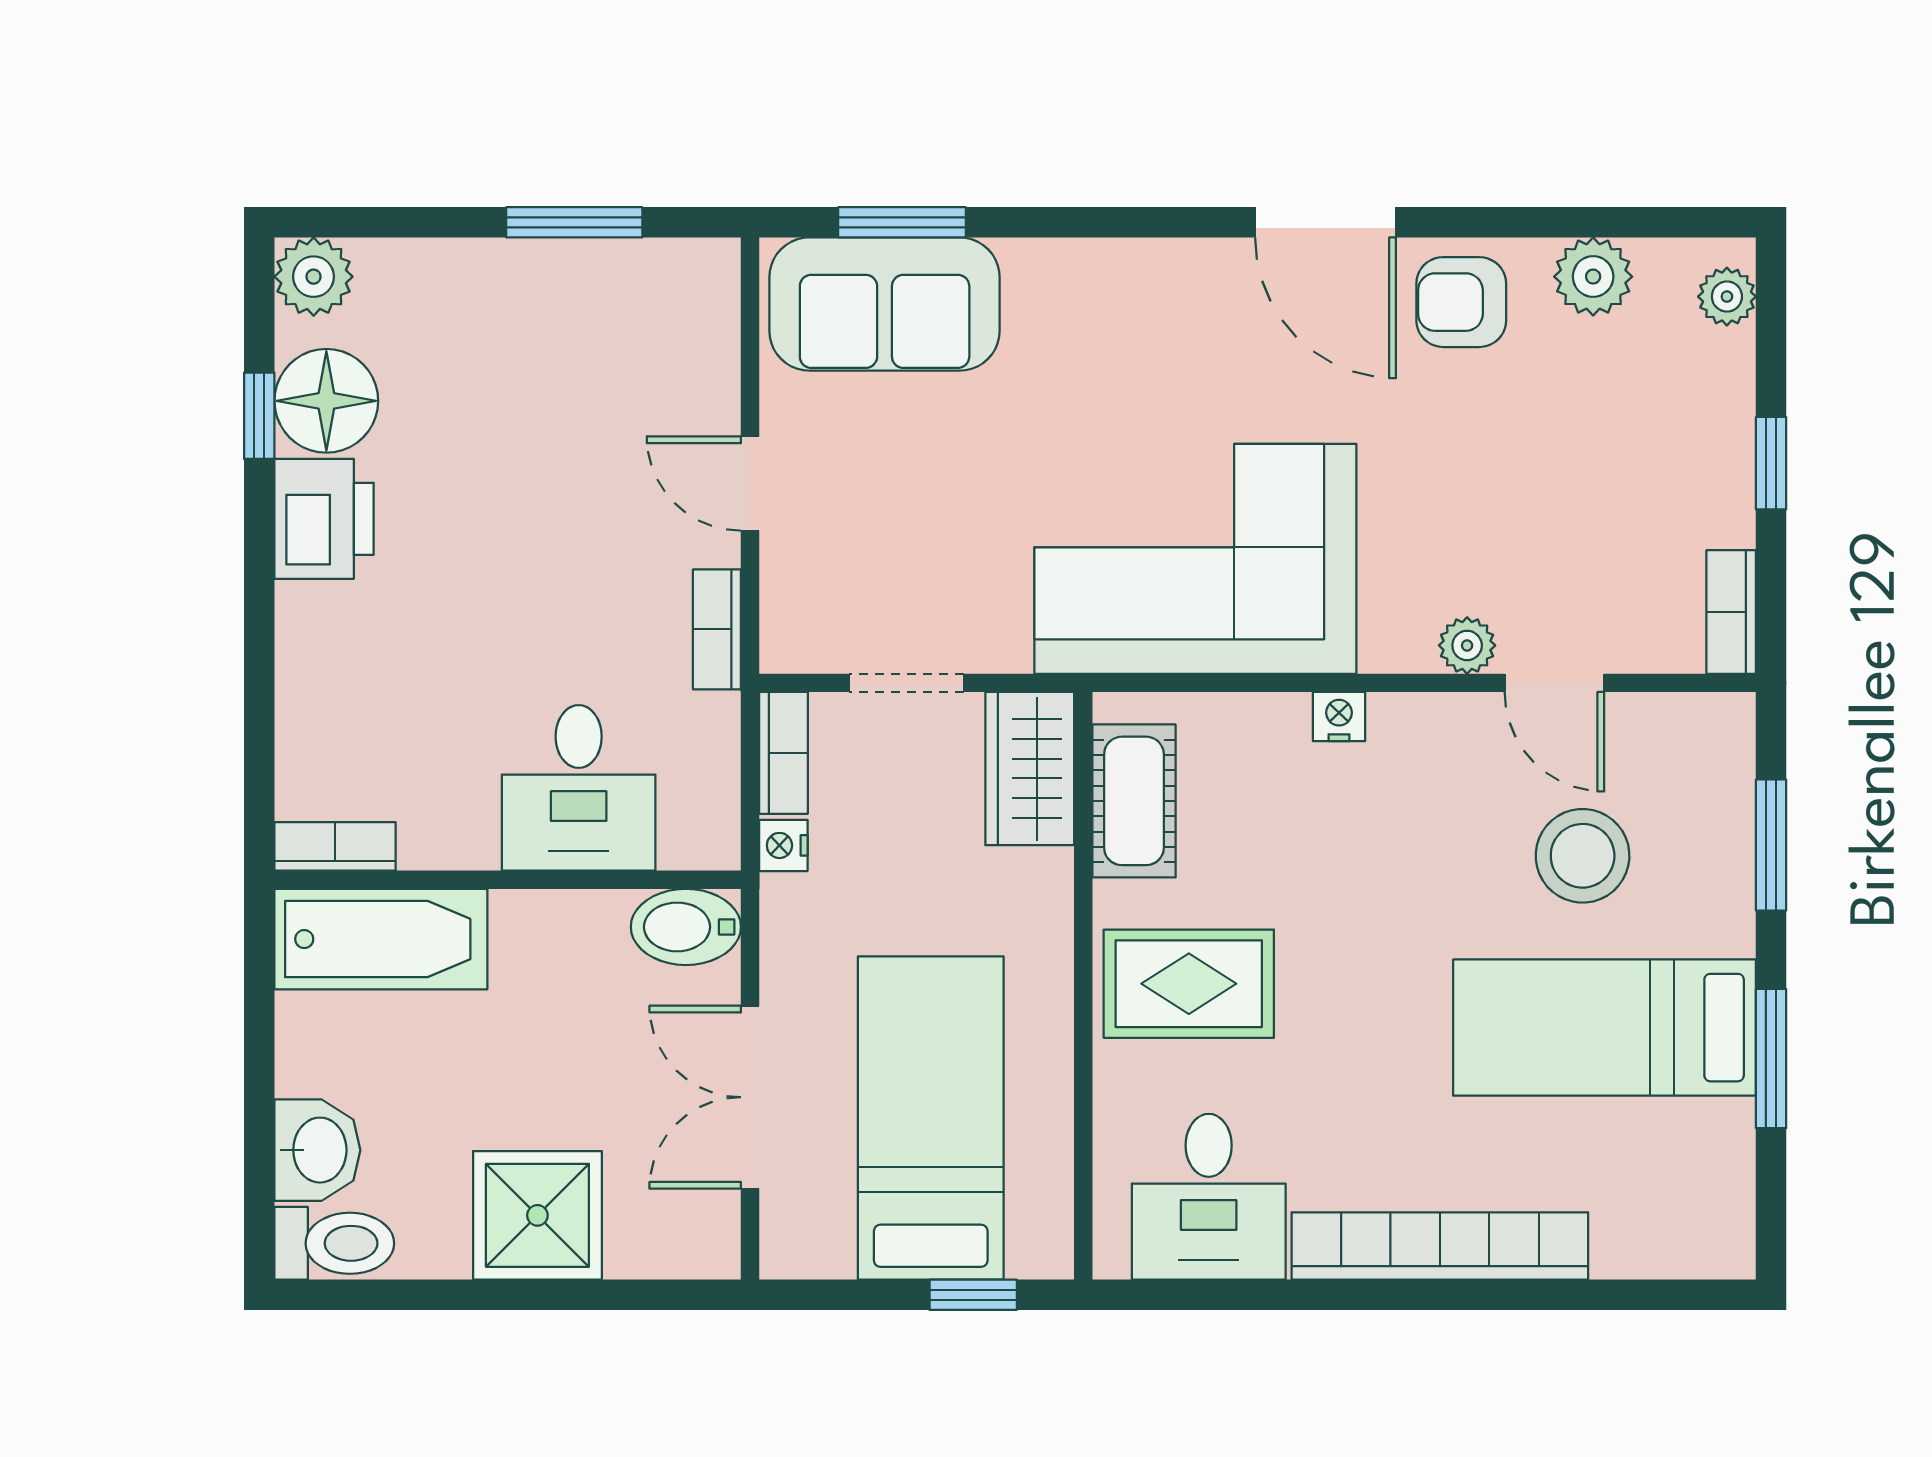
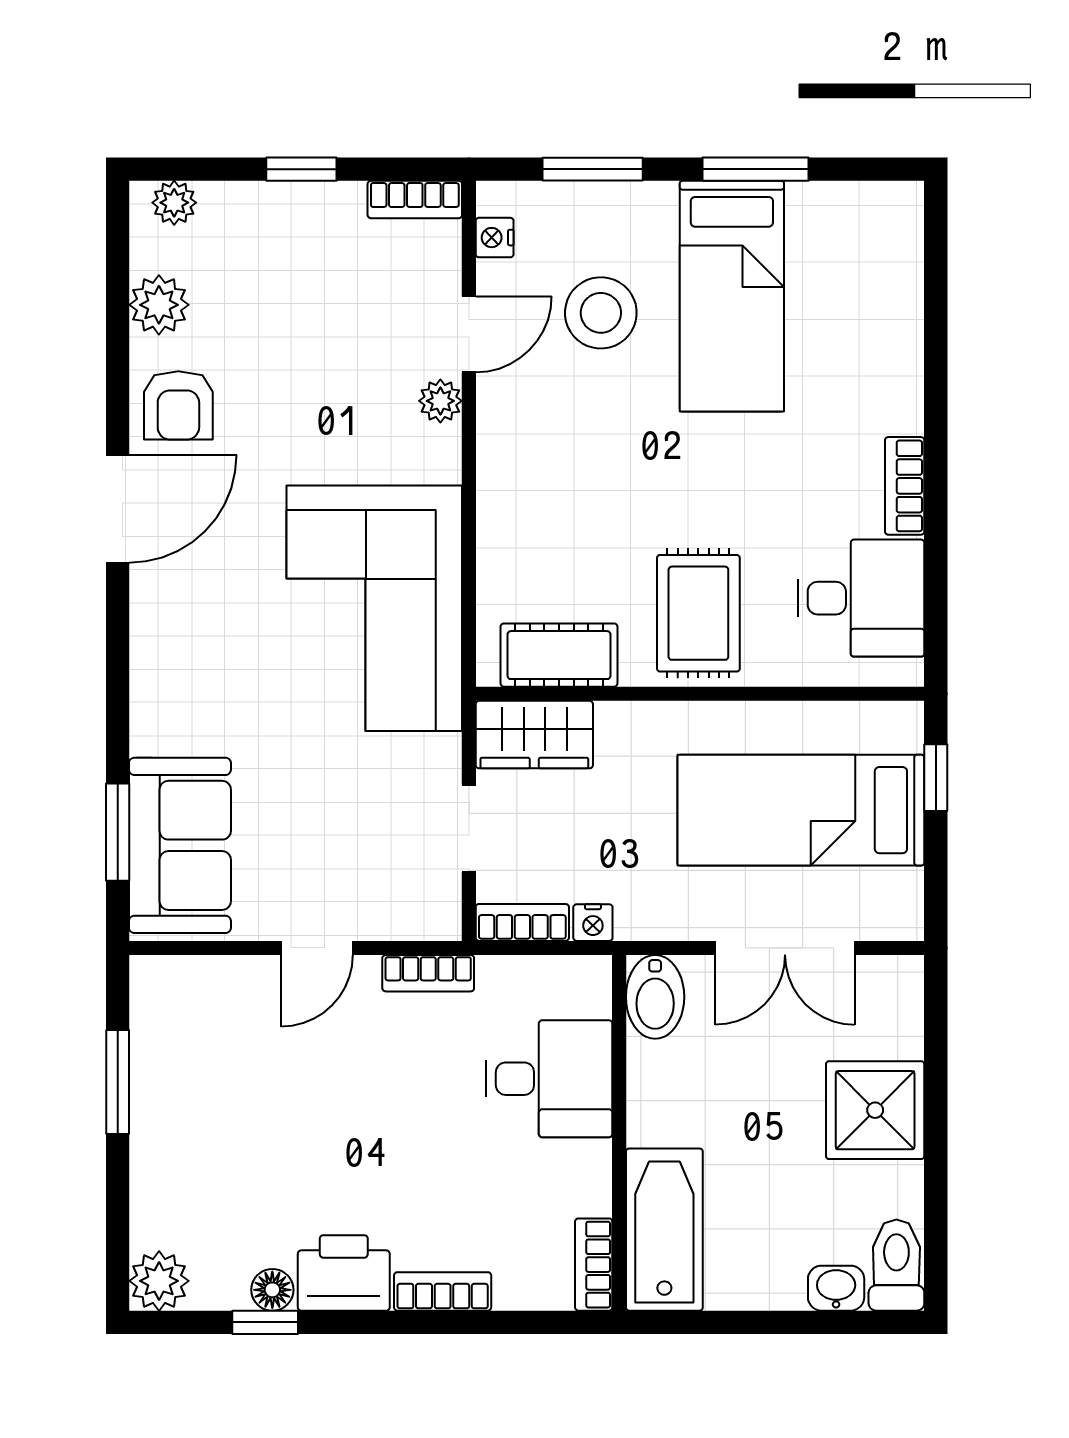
floor lamp: (326, 401) -> (272, 1290), width x0.53, depth x0.53
bookcase: (300, 648) -> (443, 1291), added
nightstand: (1339, 717) -> (495, 238), moved
washbasin: (317, 1150) -> (836, 1288), width x0.72, depth x0.69
bookcase: (1440, 1246) -> (905, 486), width x0.43, depth x0.76

